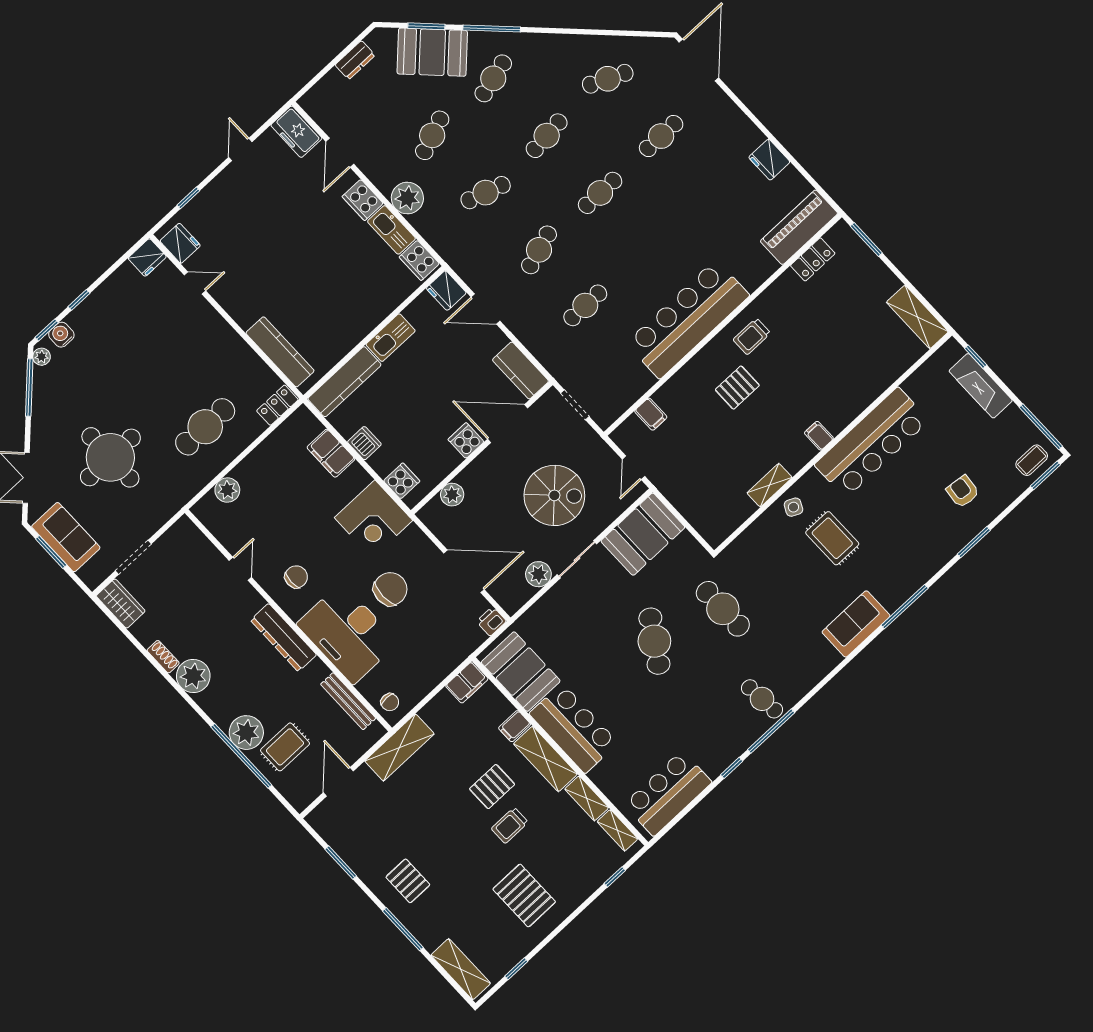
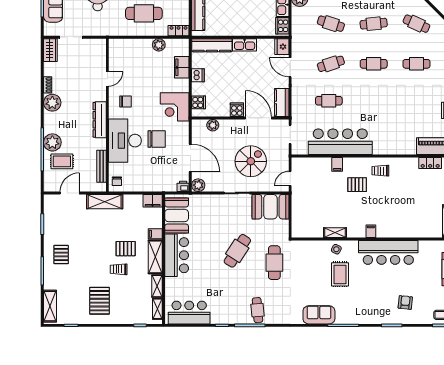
bar counter: (688, 319) -> (340, 142), moved
filing cabinet: (651, 414) -> (337, 164), moved
plant: (227, 490) -> (159, 45), moved
spiral stairs: (554, 495) -> (251, 161), turned -90
plant: (538, 574) -> (198, 185), moved

